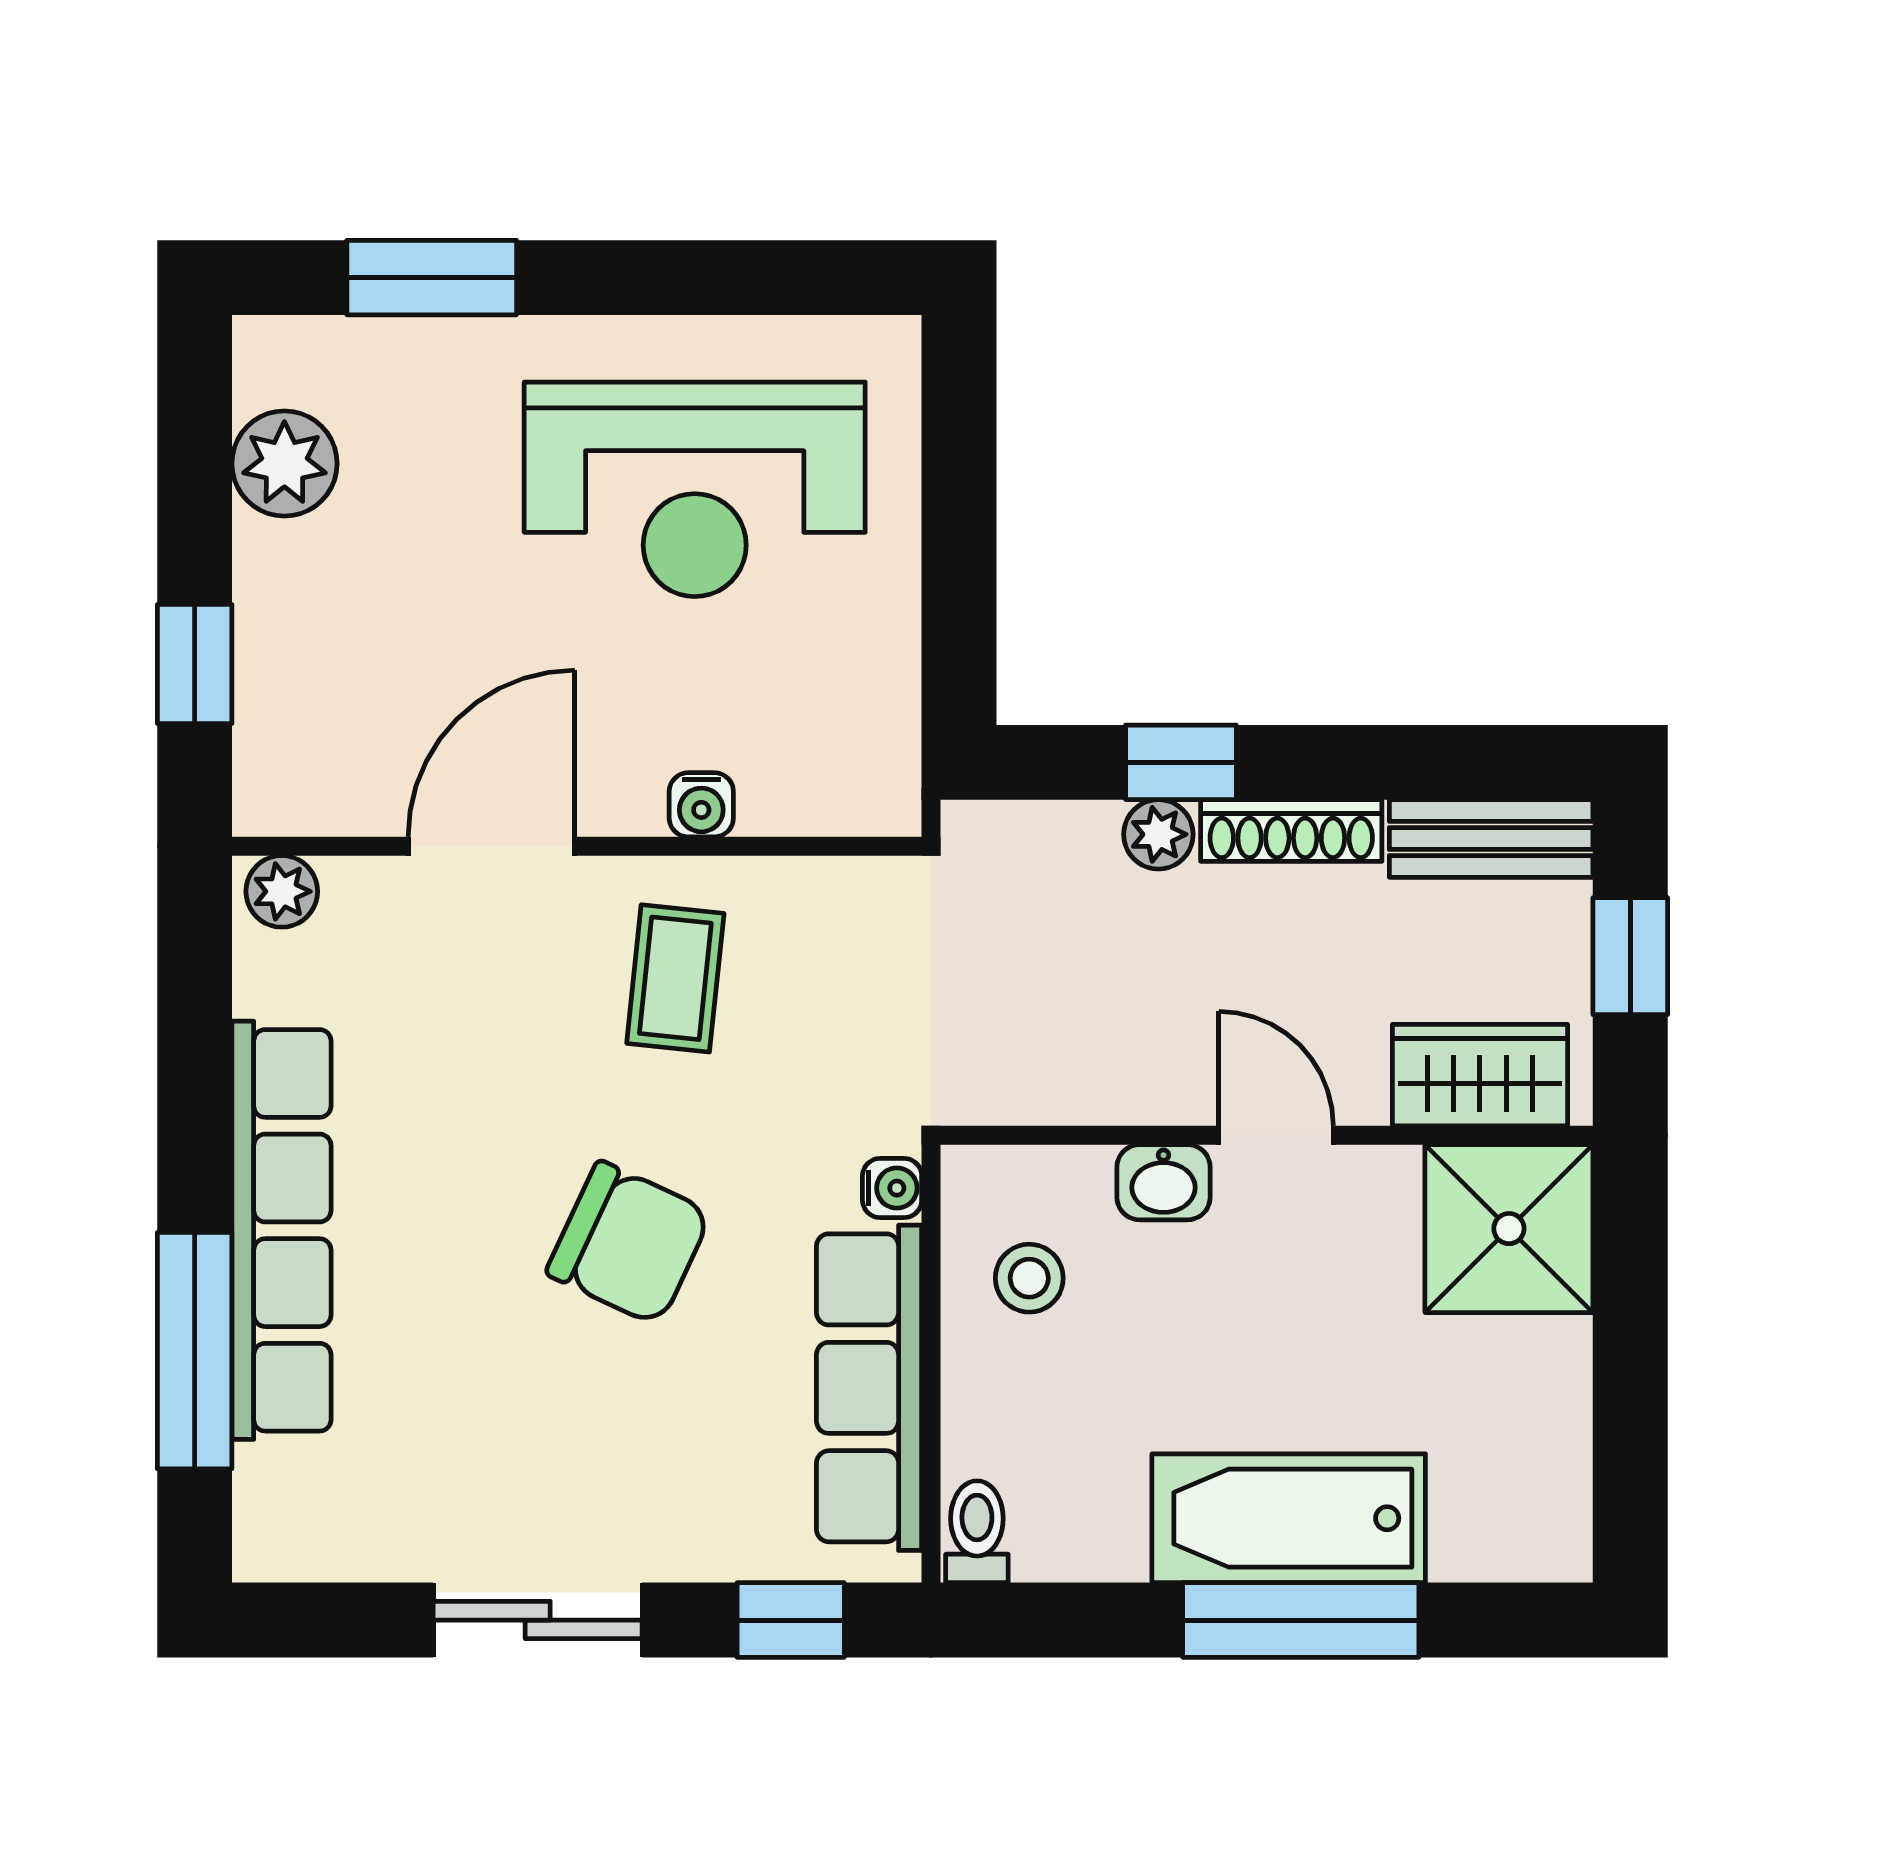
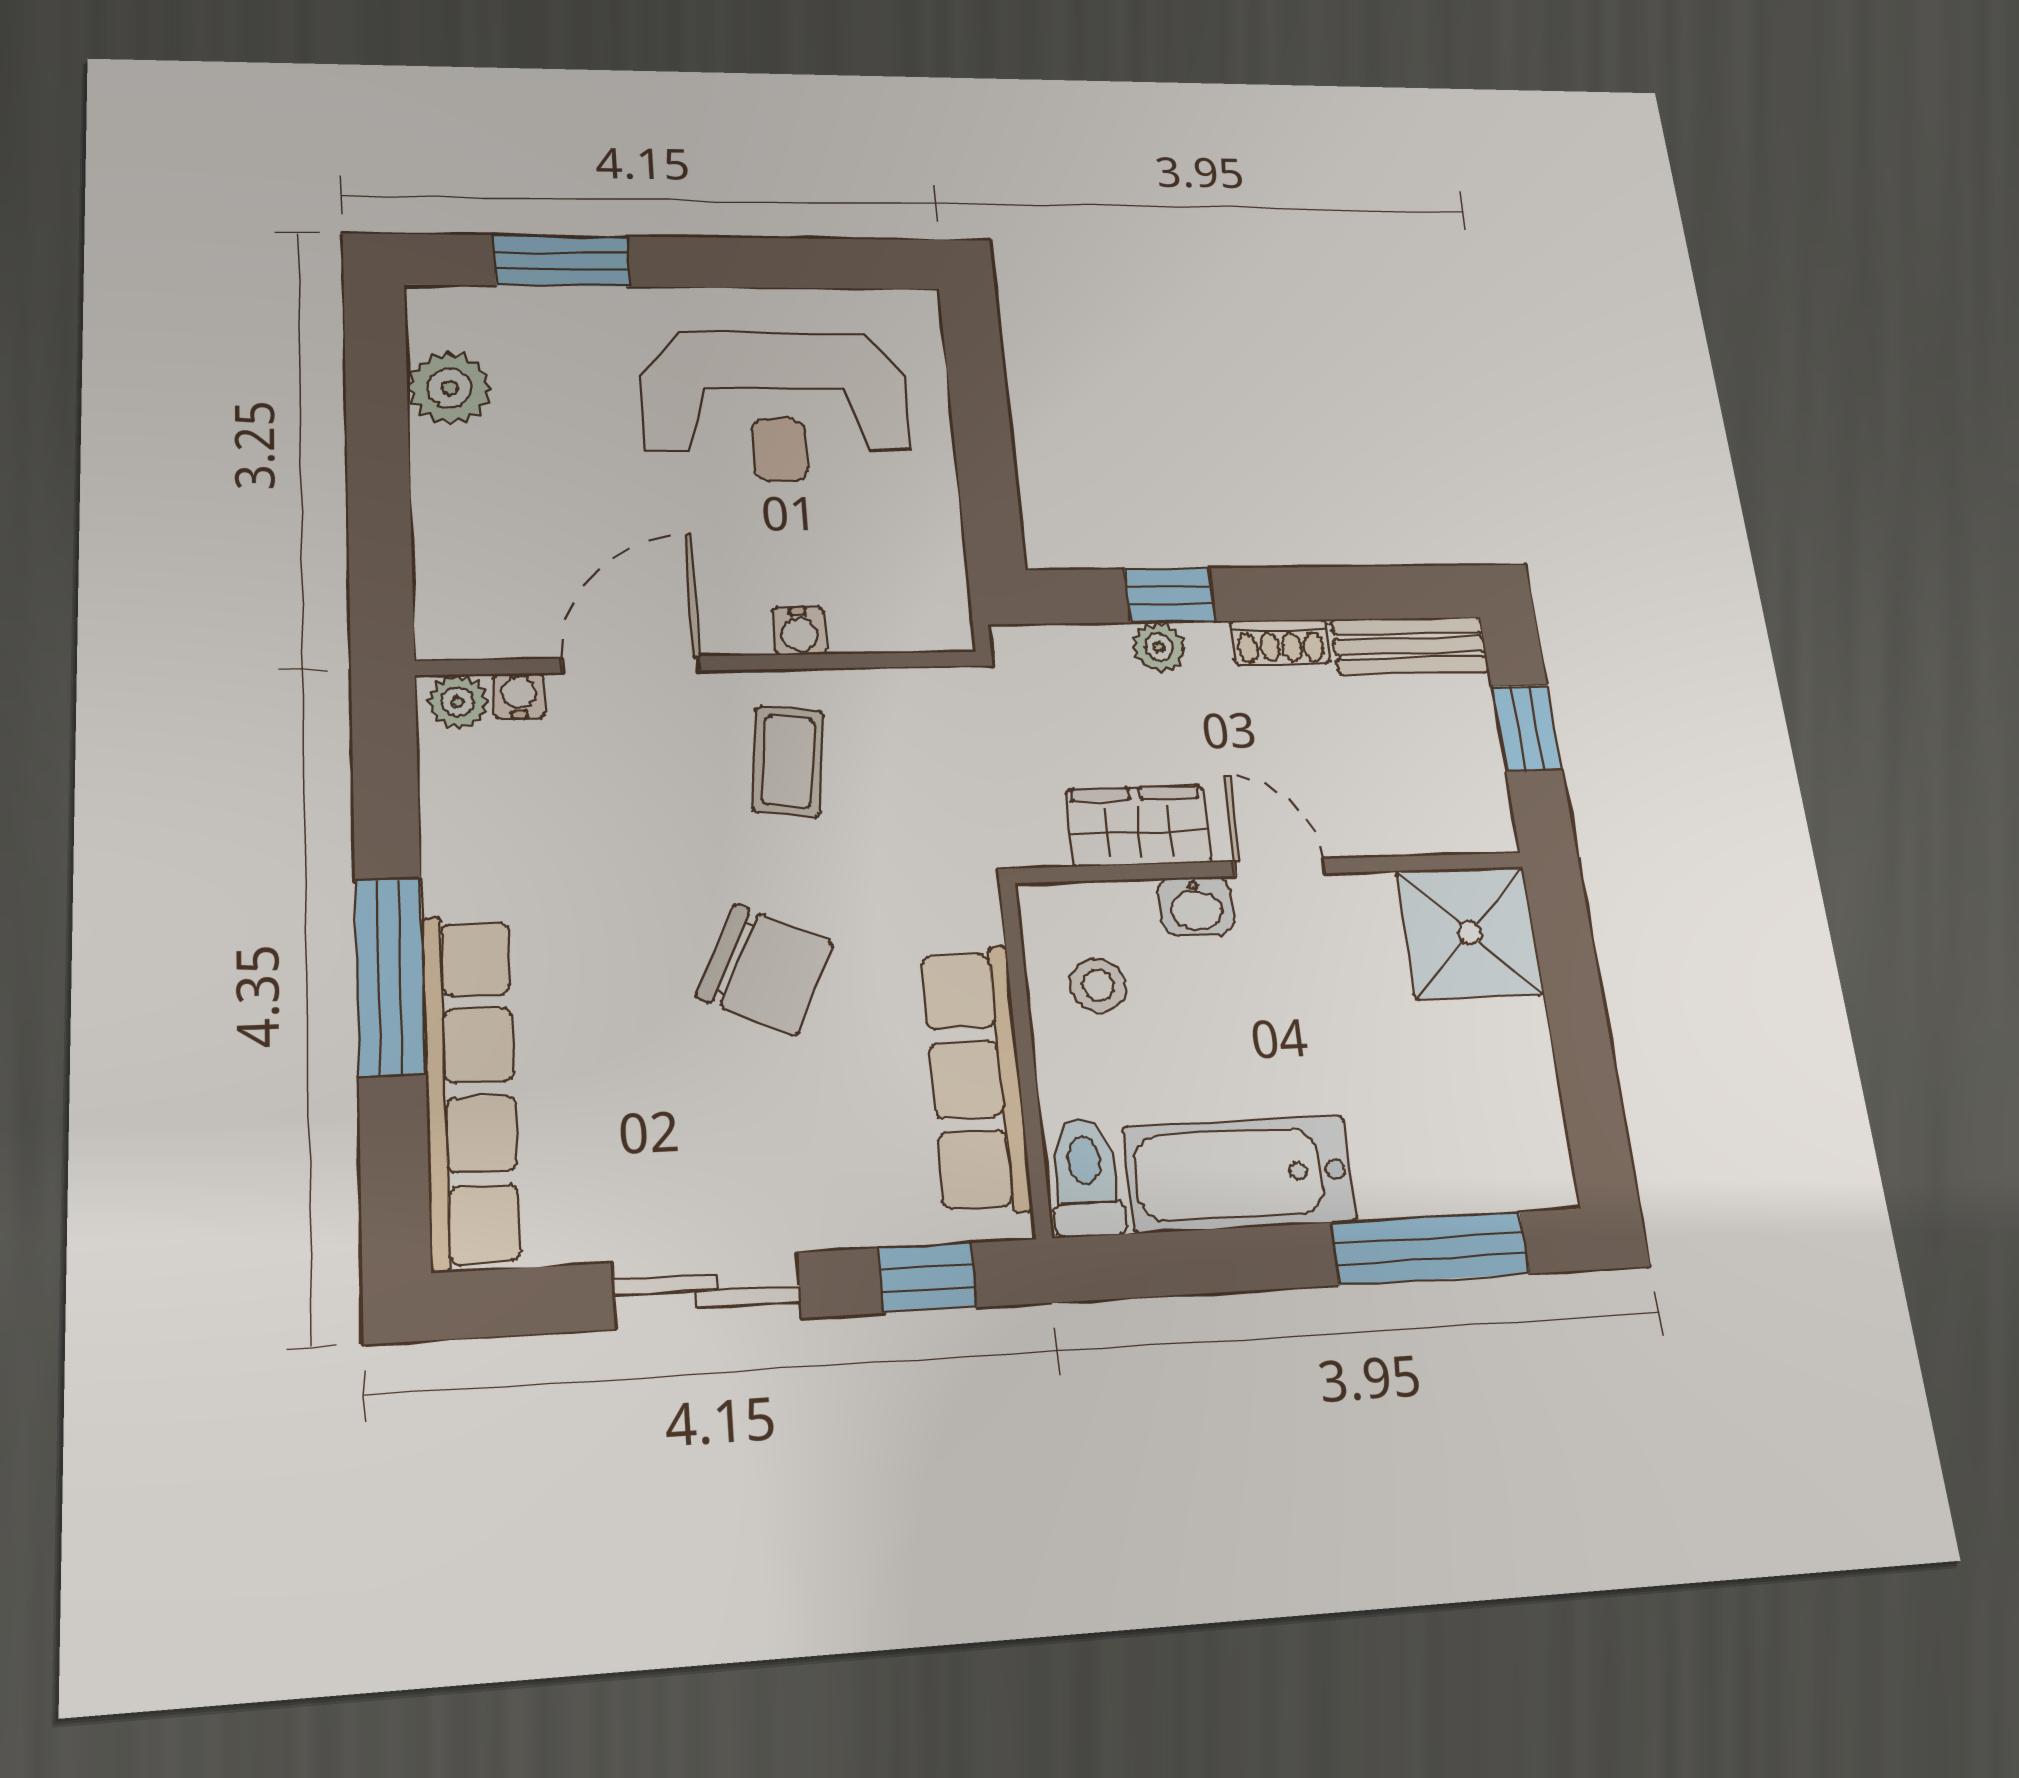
window: (195, 664) -> (380, 532), removed
shoe rack: (1291, 830) -> (1280, 642), width x0.70
wardrobe: (1480, 1075) -> (1138, 826), moved
water cooler: (892, 1188) -> (519, 696), moved, turned -90
row of seats: (281, 1230) -> (470, 1090), moved
window: (195, 1351) -> (390, 976), moved
bathtub: (1289, 1518) -> (1240, 1174), moved
toilet: (977, 1532) -> (1086, 1177), width x1.37, depth x1.39
window: (1301, 1620) -> (1430, 1248), moved

